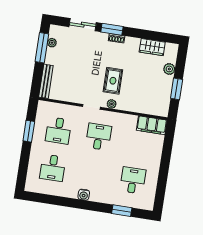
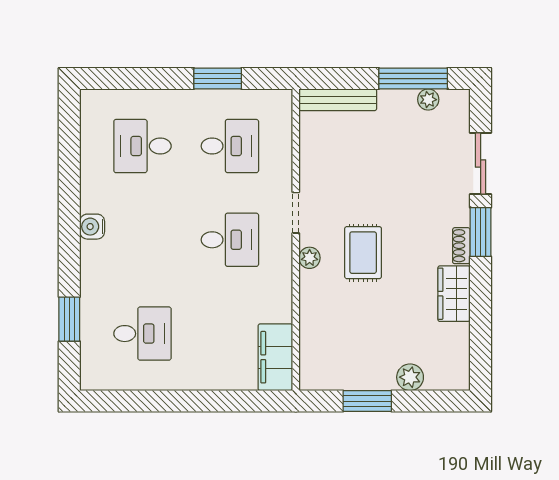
wardrobe: (152, 47) -> (454, 294), moved
rug: (113, 81) -> (363, 253), turned 90
desk: (58, 130) -> (230, 146), turned 180

